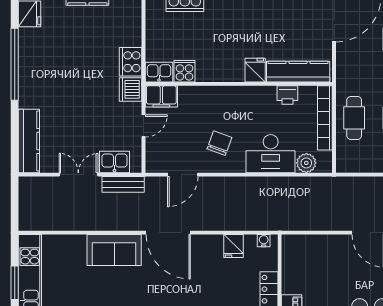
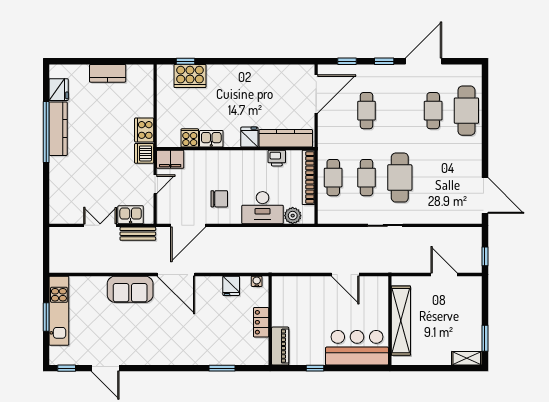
kitchen sink: (159, 72) -> (211, 139), moved
kitchen counter: (29, 141) -> (58, 129), moved
chair: (219, 143) -> (219, 199), turned 70
door: (183, 175) -> (188, 225), width x1.36

